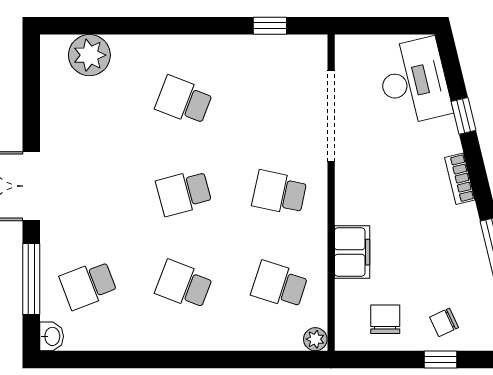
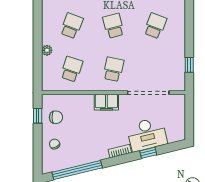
desk: (414, 81) -> (147, 134), moved
filing cabinet: (352, 252) -> (106, 102), moved
plant: (315, 339) -> (47, 50), moved
window: (441, 360) -> (38, 116), moved

